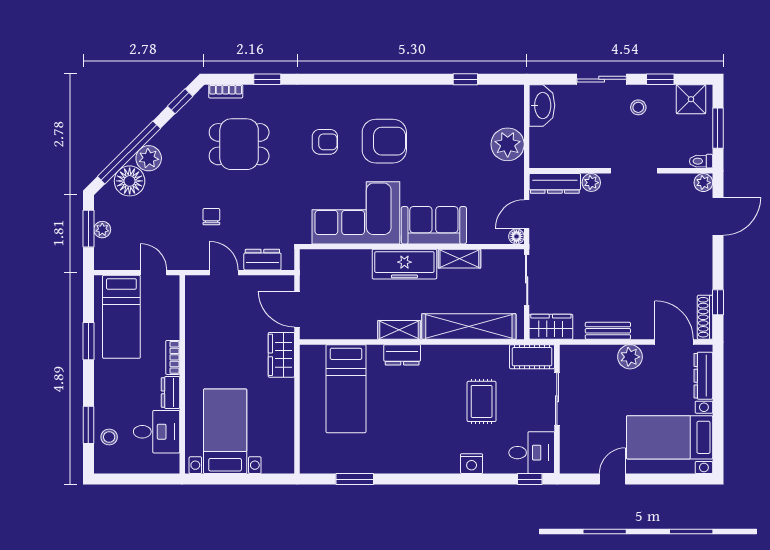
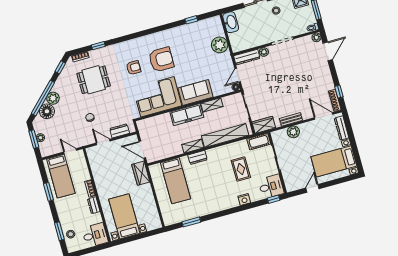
plant: (630, 357) -> (293, 132), moved
desk: (157, 432) -> (95, 235), moved

